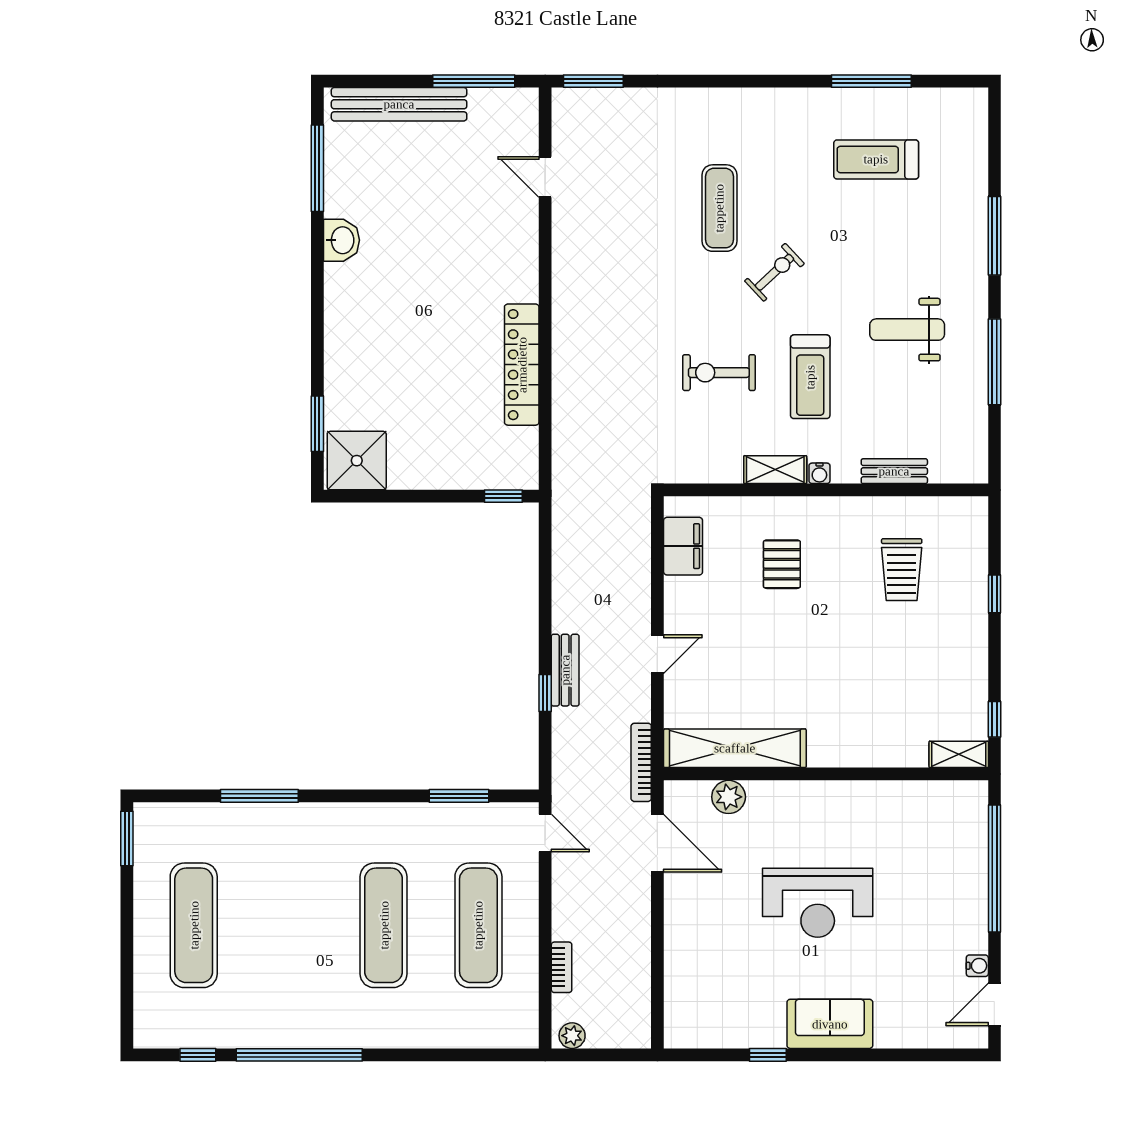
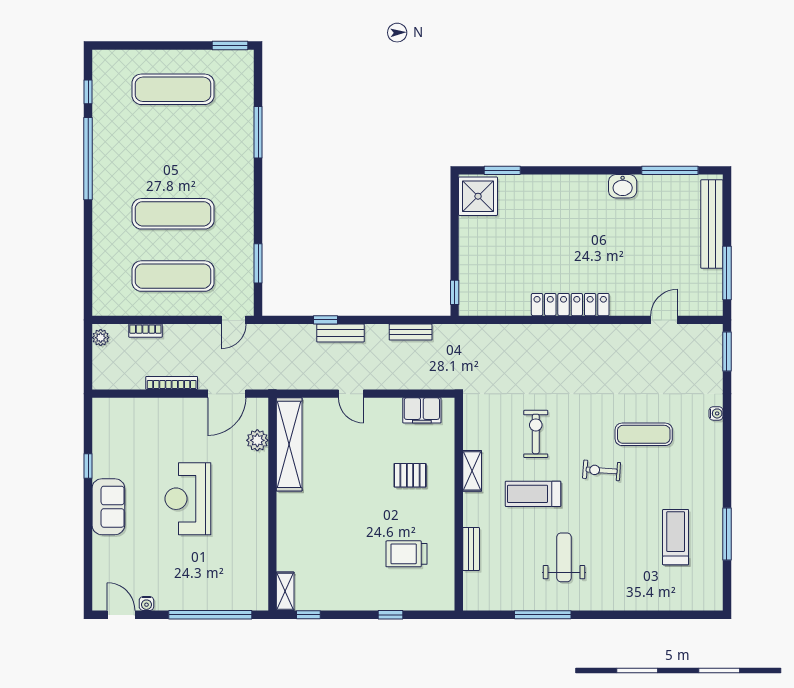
window: (994, 236) -> (626, 615), removed
exercise bike: (774, 272) -> (602, 470), turned 137
locker: (522, 365) -> (570, 305), moved
water cooler: (819, 473) -> (716, 413), moved, turned 180
bench: (564, 563) -> (411, 332), added
bookcase: (641, 762) -> (172, 383), moved

